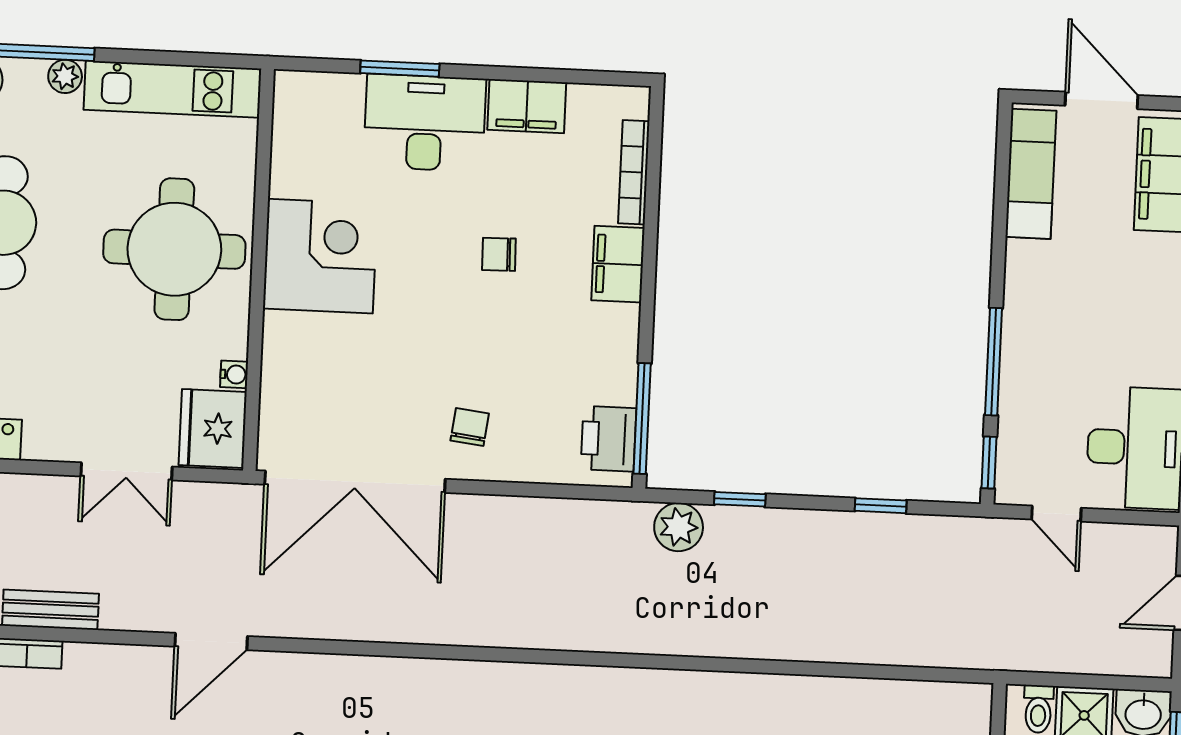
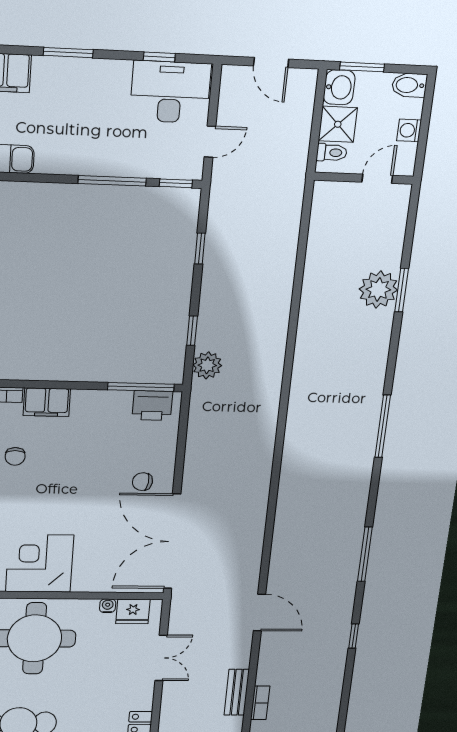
chair: (499, 254) -> (15, 456), moved
fridge: (213, 428) -> (133, 611), width x0.73, depth x0.75
double door: (355, 482) -> (172, 542), swing flipped

